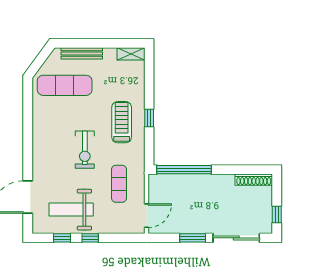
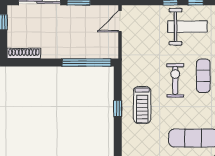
exercise mat: (119, 184) -> (203, 76), moved

